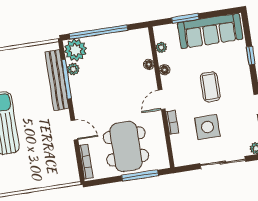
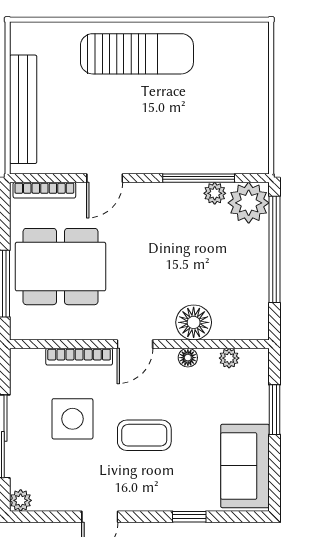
sofa: (210, 31) -> (245, 466), width x0.73
floor lamp: (149, 64) -> (194, 322), width x1.89, depth x1.89
bench: (57, 80) -> (23, 109), moved, turned 90
door: (162, 100) -> (135, 344), swing flipped
bookcase: (172, 122) -> (79, 357), width x1.56

